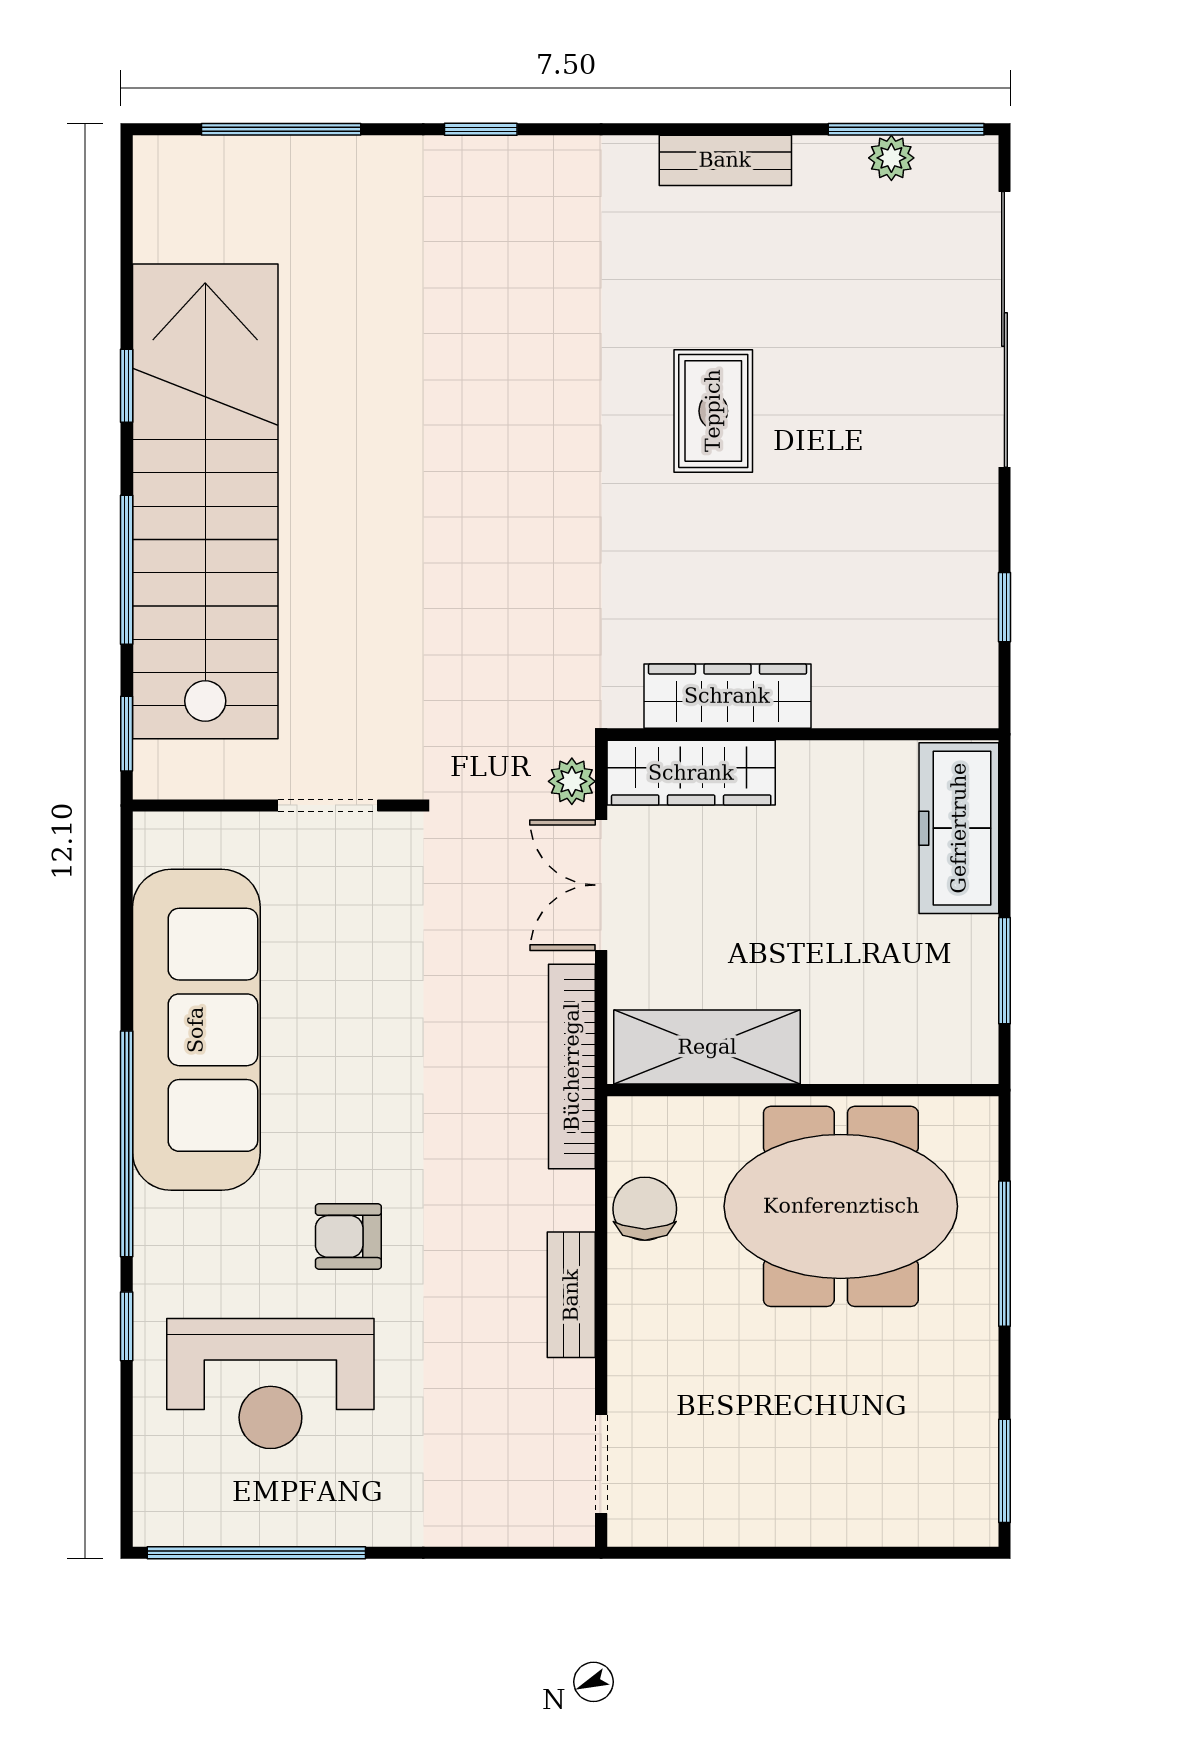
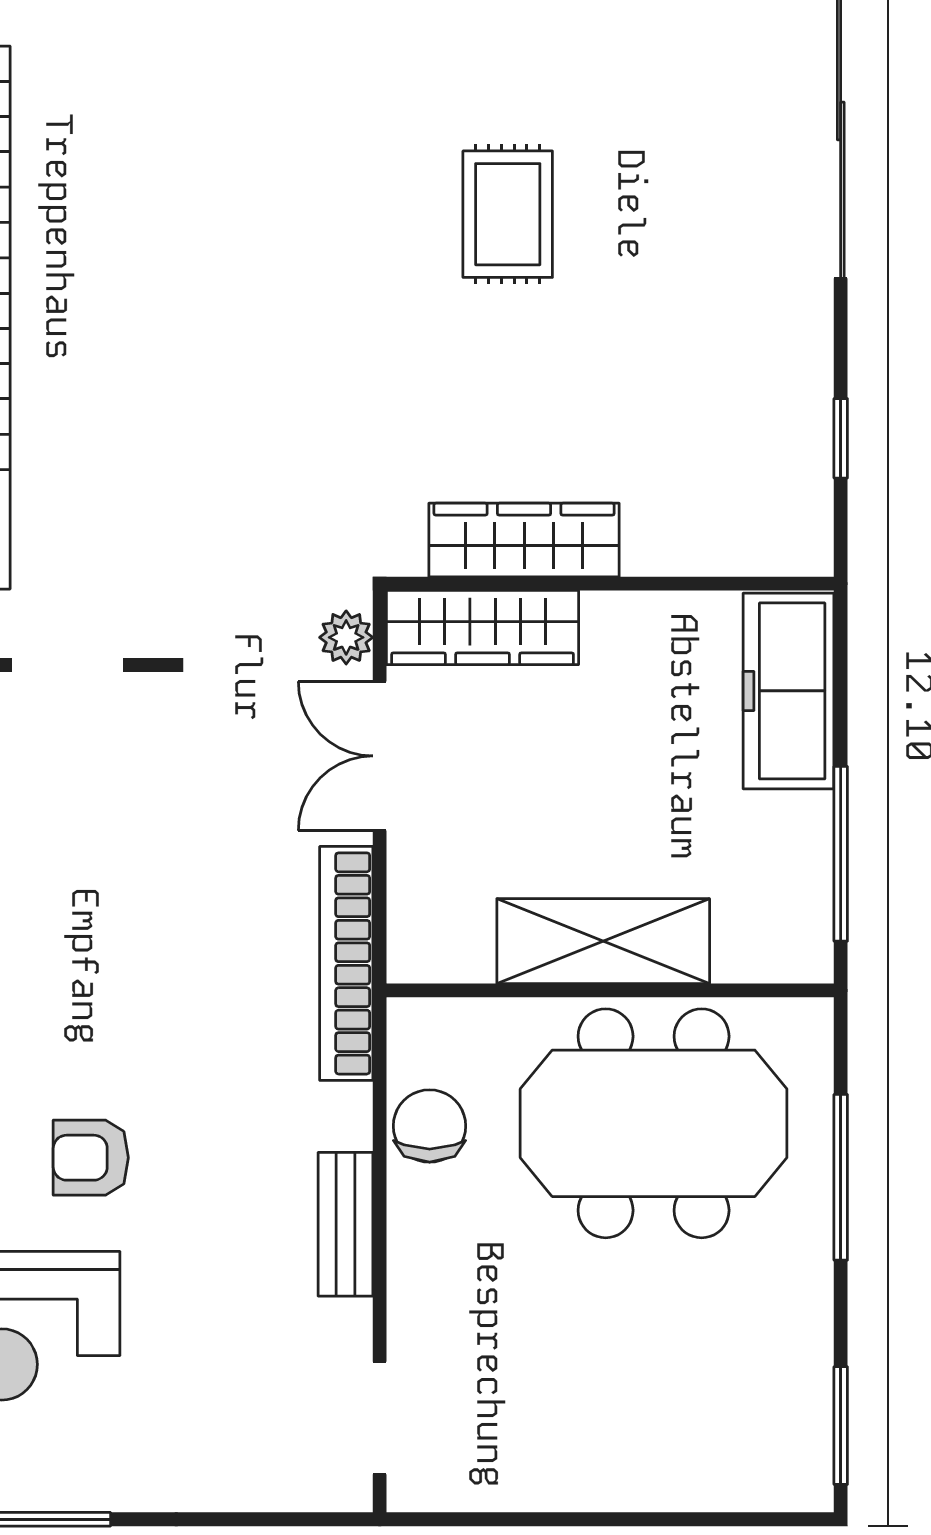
window: (1004, 971) -> (841, 854), width x1.44
shelving: (707, 1047) -> (603, 941), moved

